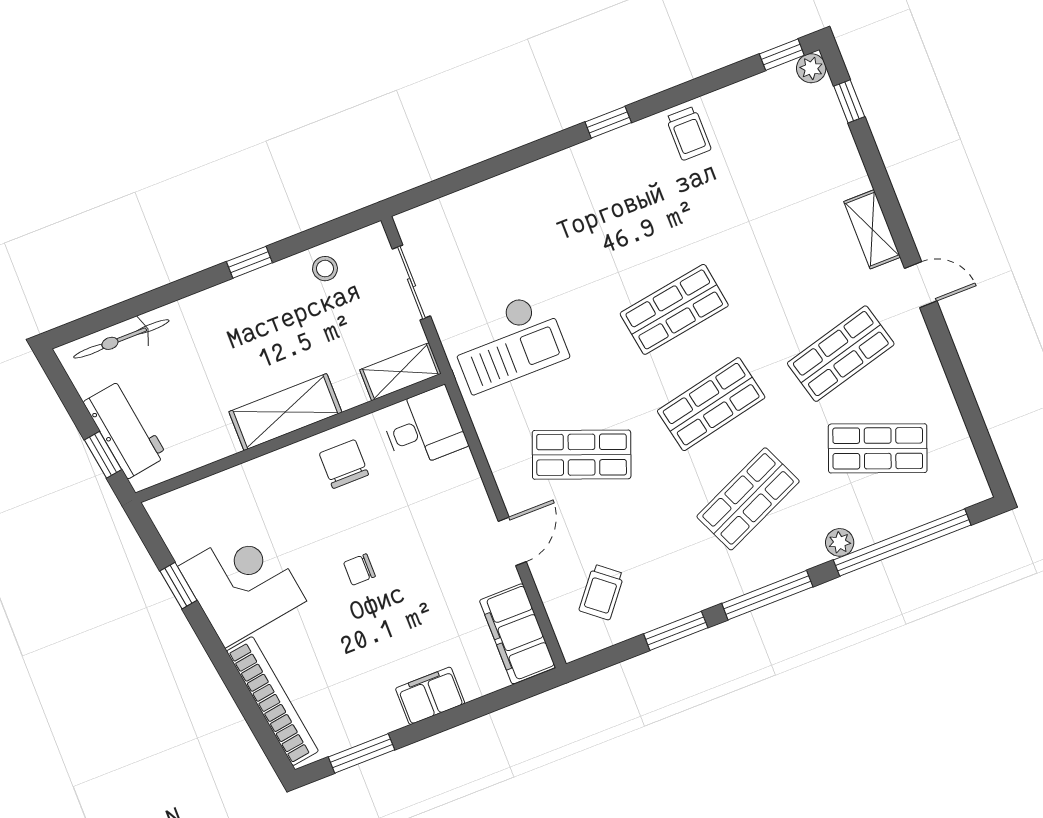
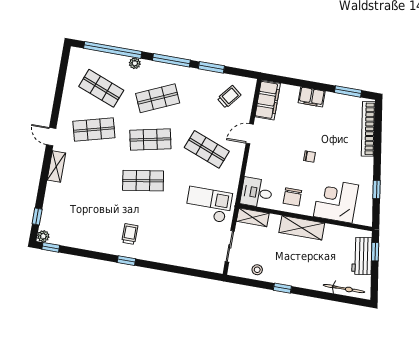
trolley: (688, 133) -> (130, 234), moved
corner desk: (242, 584) -> (336, 201), moved, turned 99

